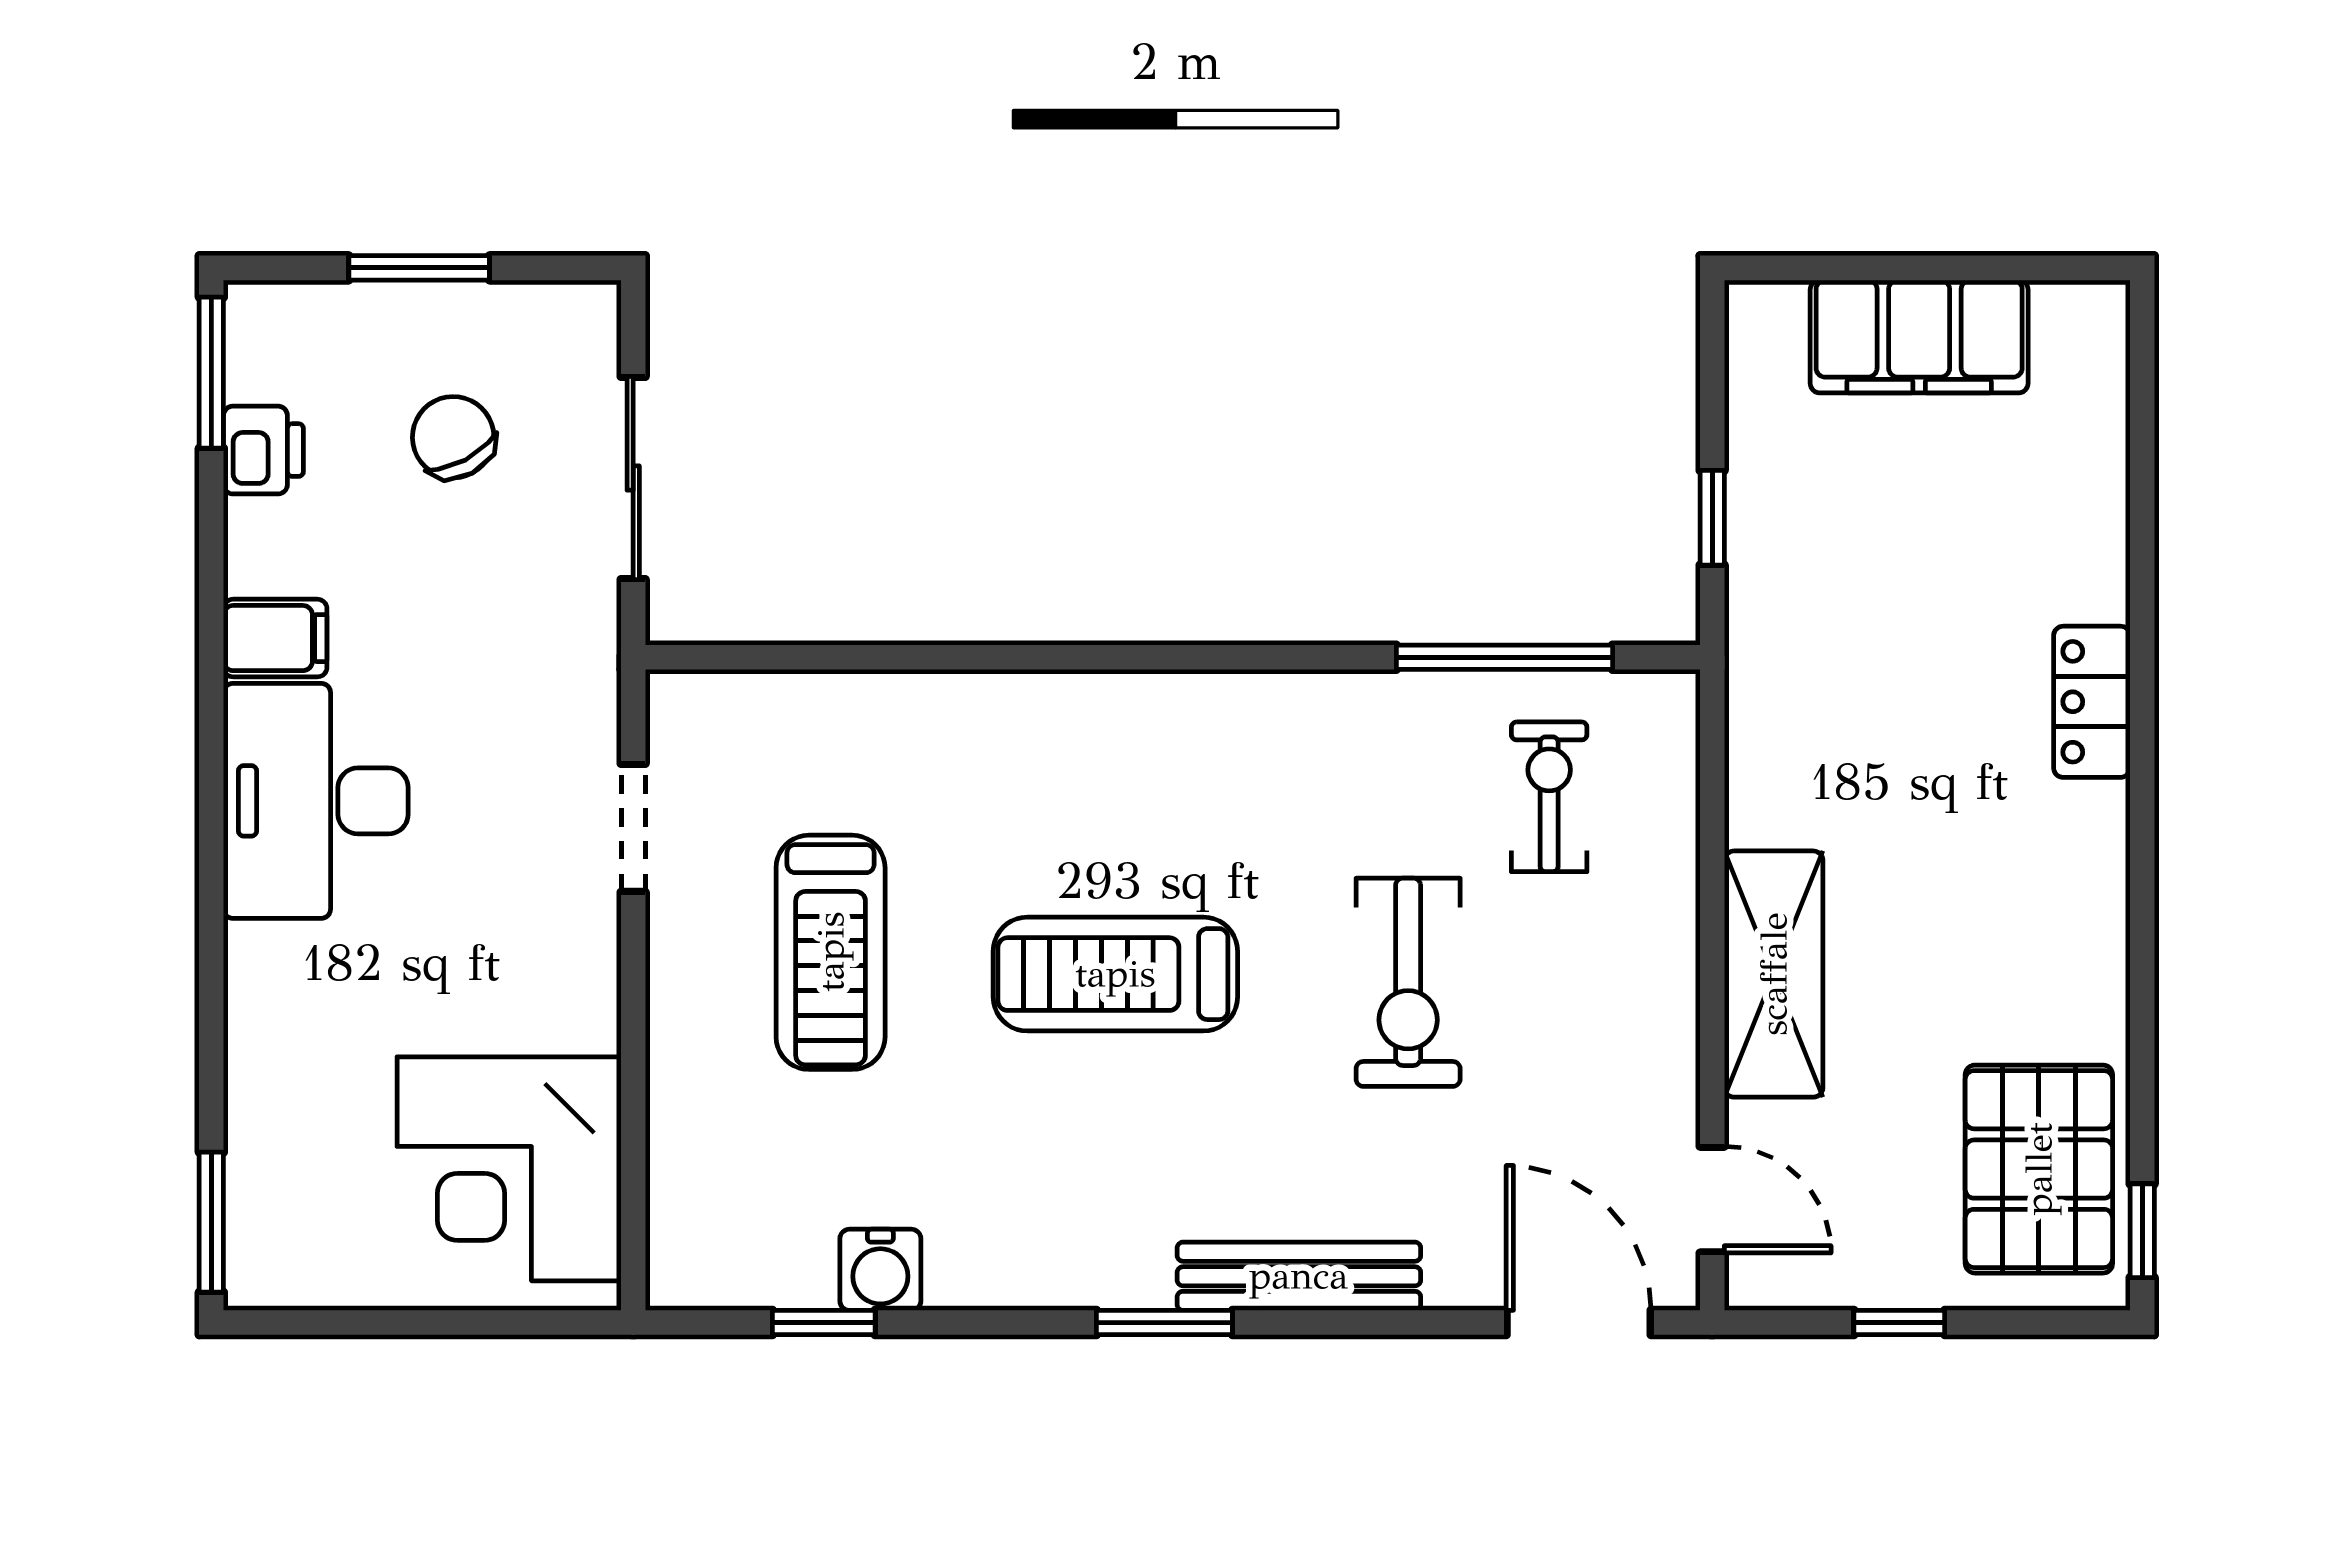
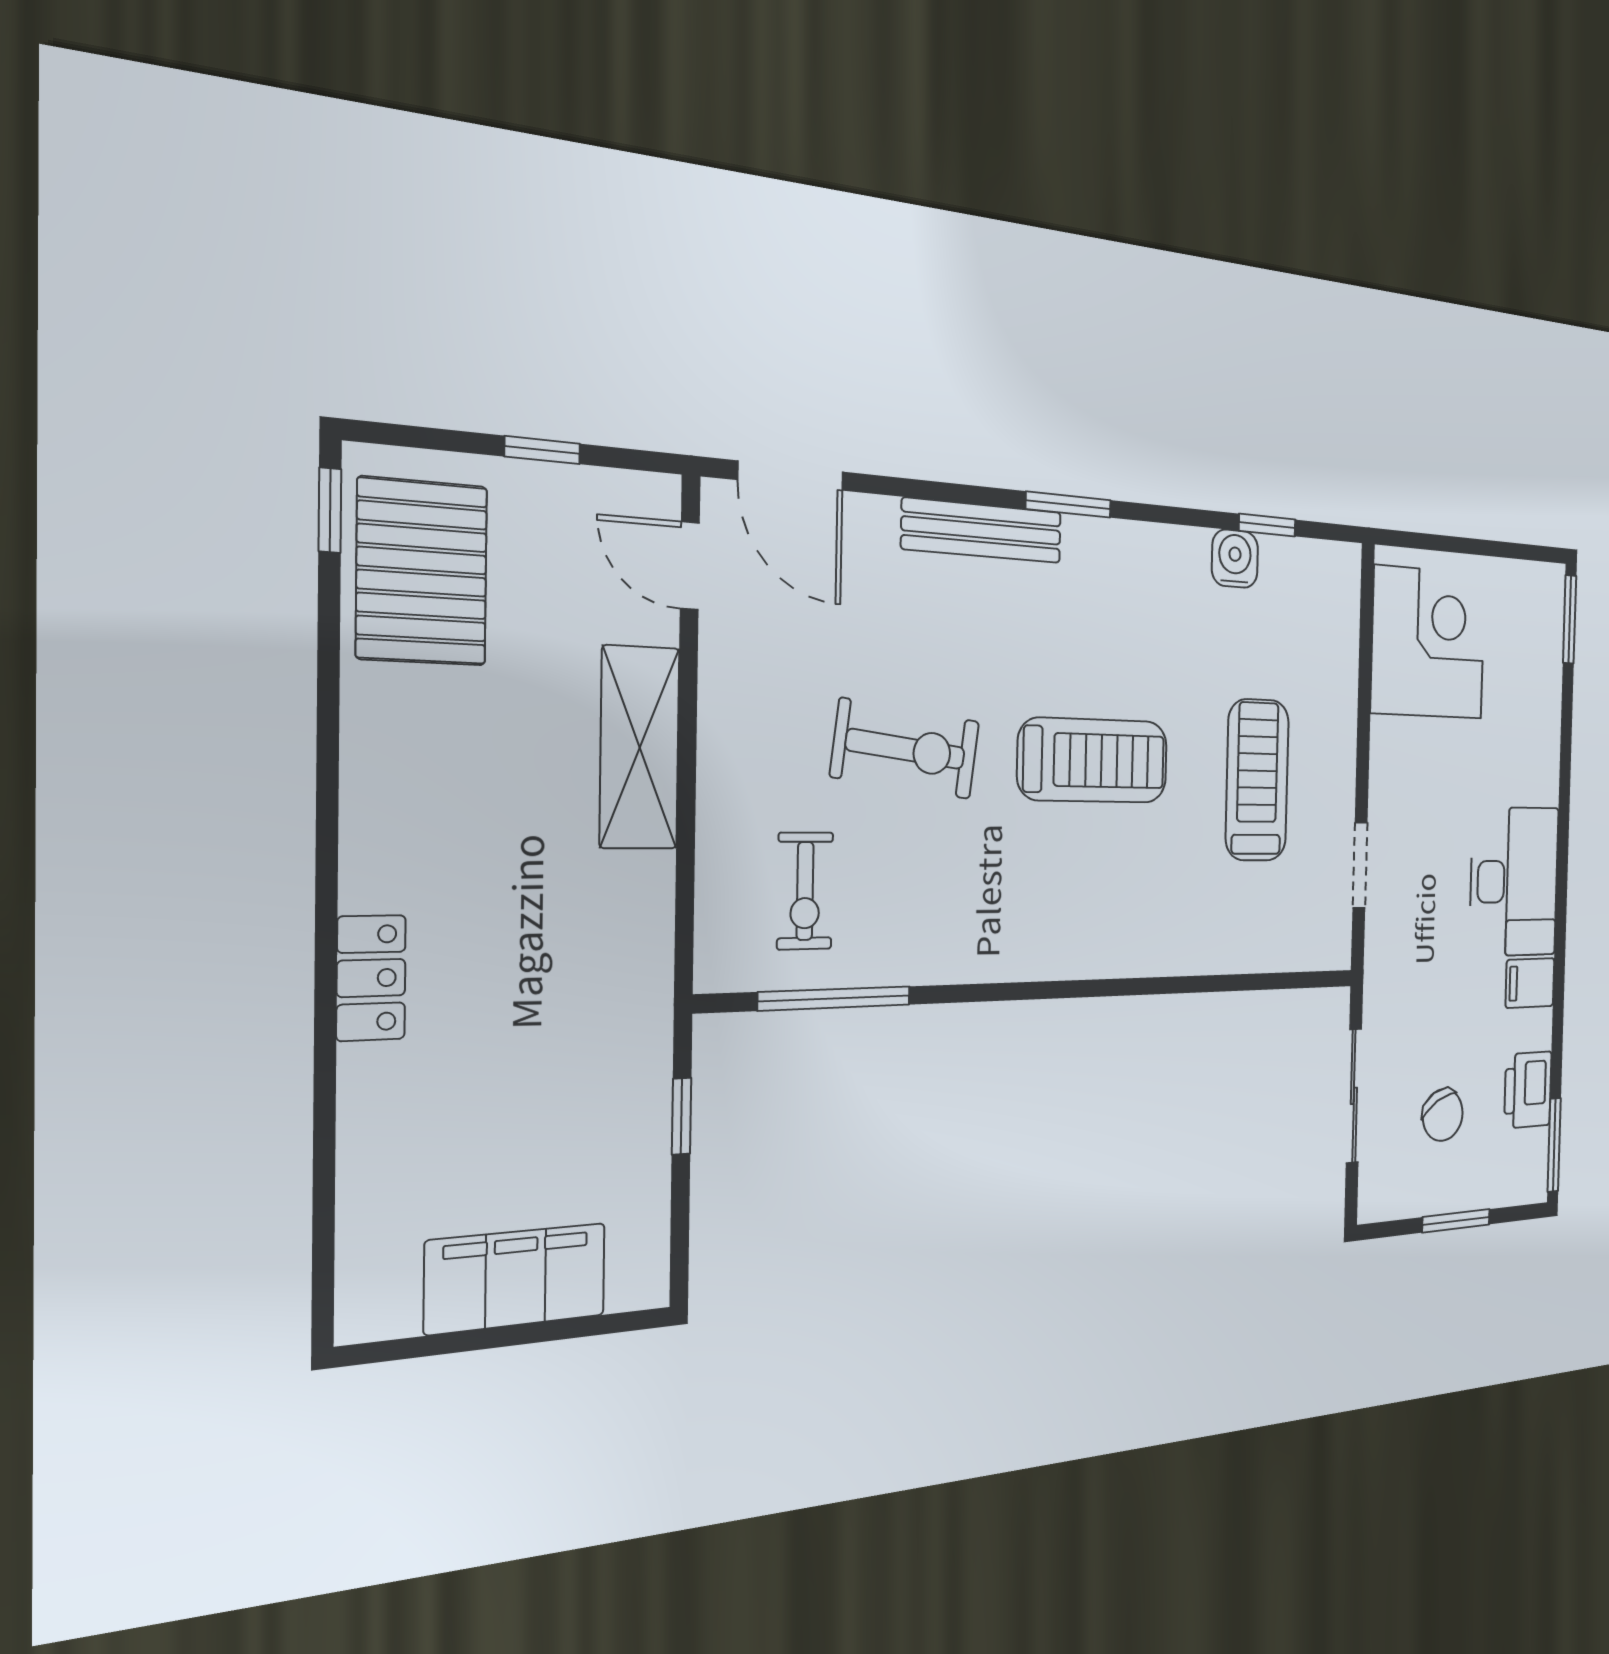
printer: (263, 450) -> (1528, 1090), width x1.36, depth x1.24
exercise bike: (1408, 982) -> (906, 749), turned 97

